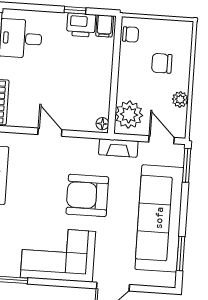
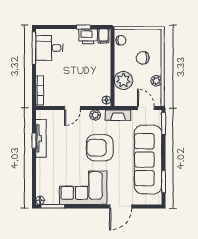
plant: (129, 115) -> (123, 80), moved
door: (50, 132) -> (72, 108), swing flipped
plant: (84, 145) -> (95, 115), added

